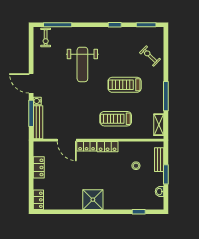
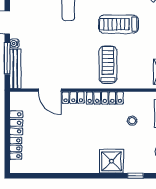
treadmill: (116, 119) -> (108, 65), turned 90
locker: (108, 147) -> (105, 98), width x1.53
locker: (38, 200) -> (16, 148), moved
shower: (93, 200) -> (111, 161), moved

